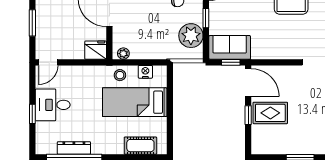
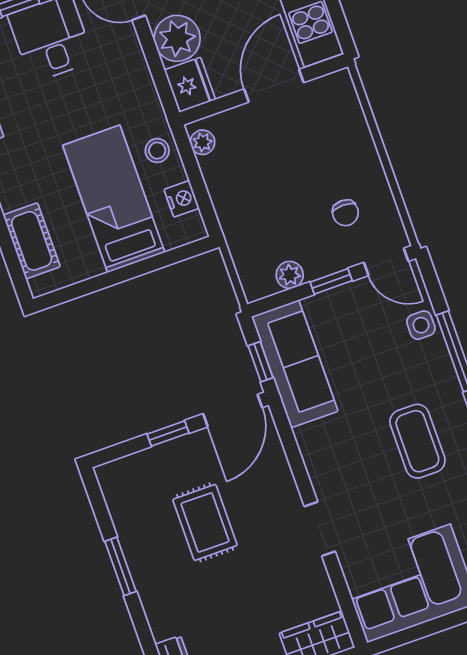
plant: (191, 36) -> (290, 275), width x0.53, depth x0.53
sofa: (230, 47) -> (295, 364), width x1.36
plant: (73, 48) -> (177, 38), added
rug: (270, 113) -> (205, 522), moved

